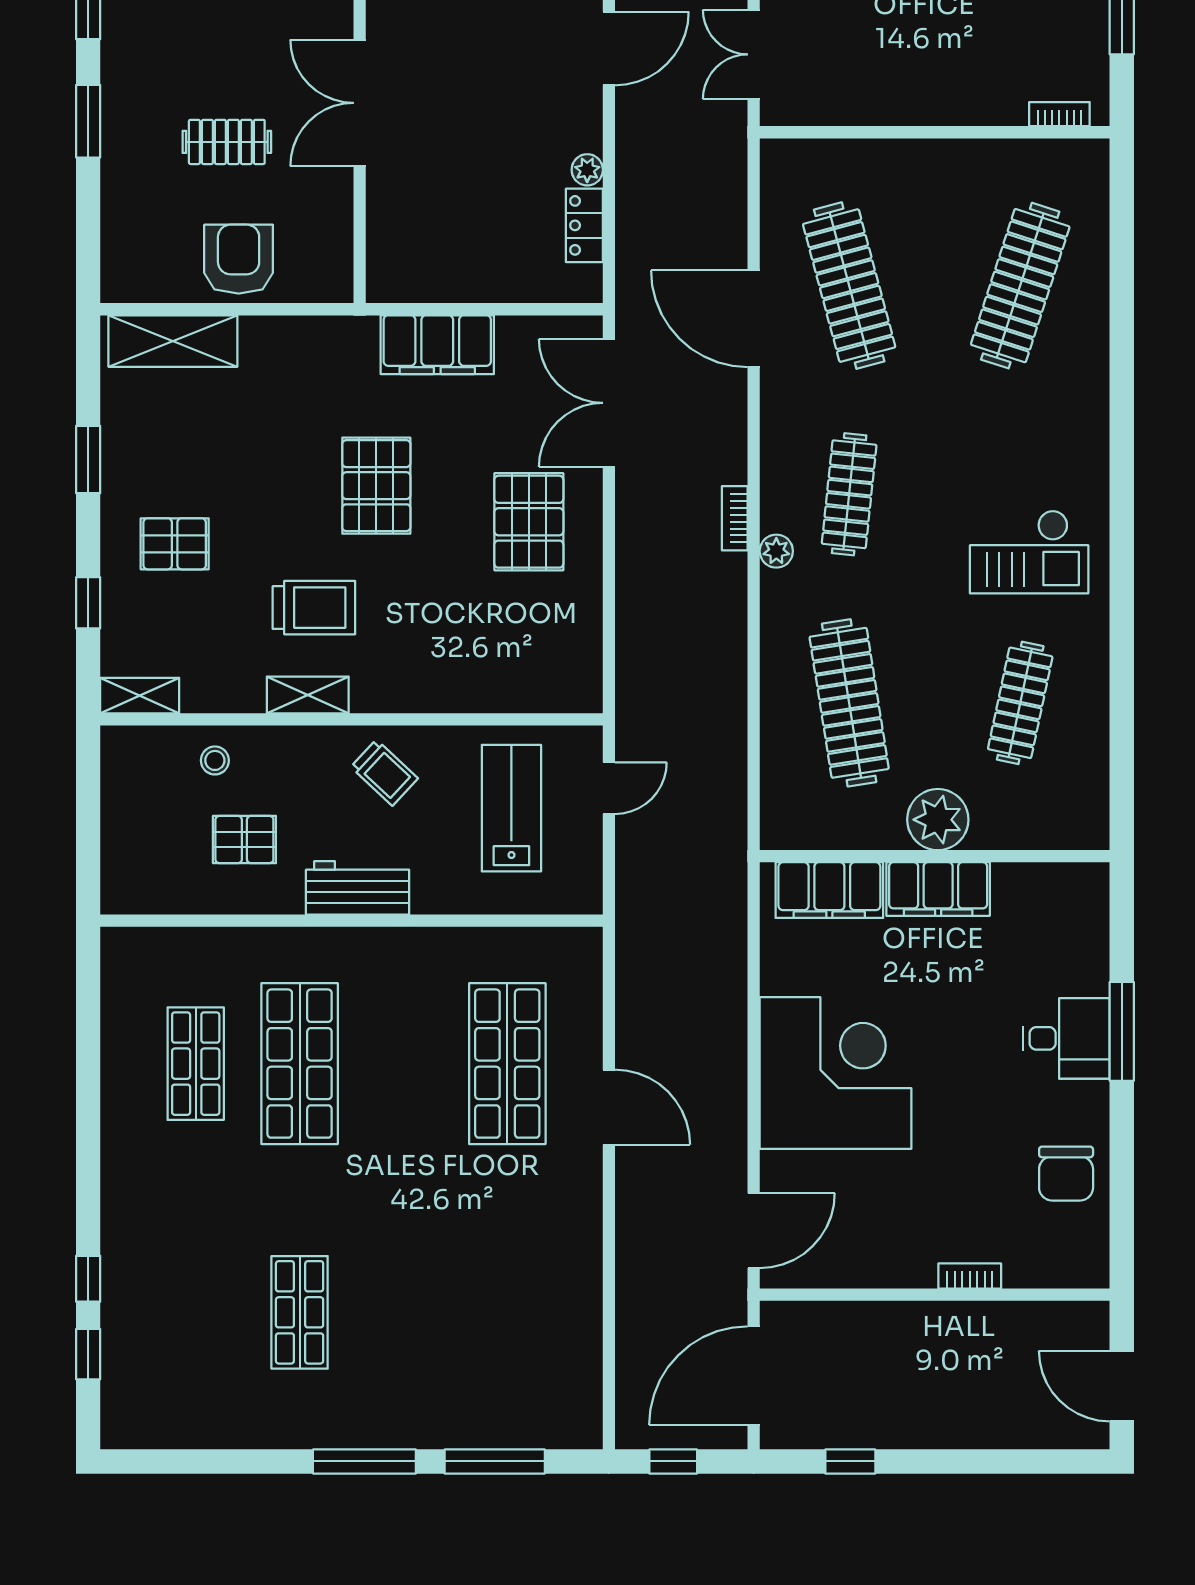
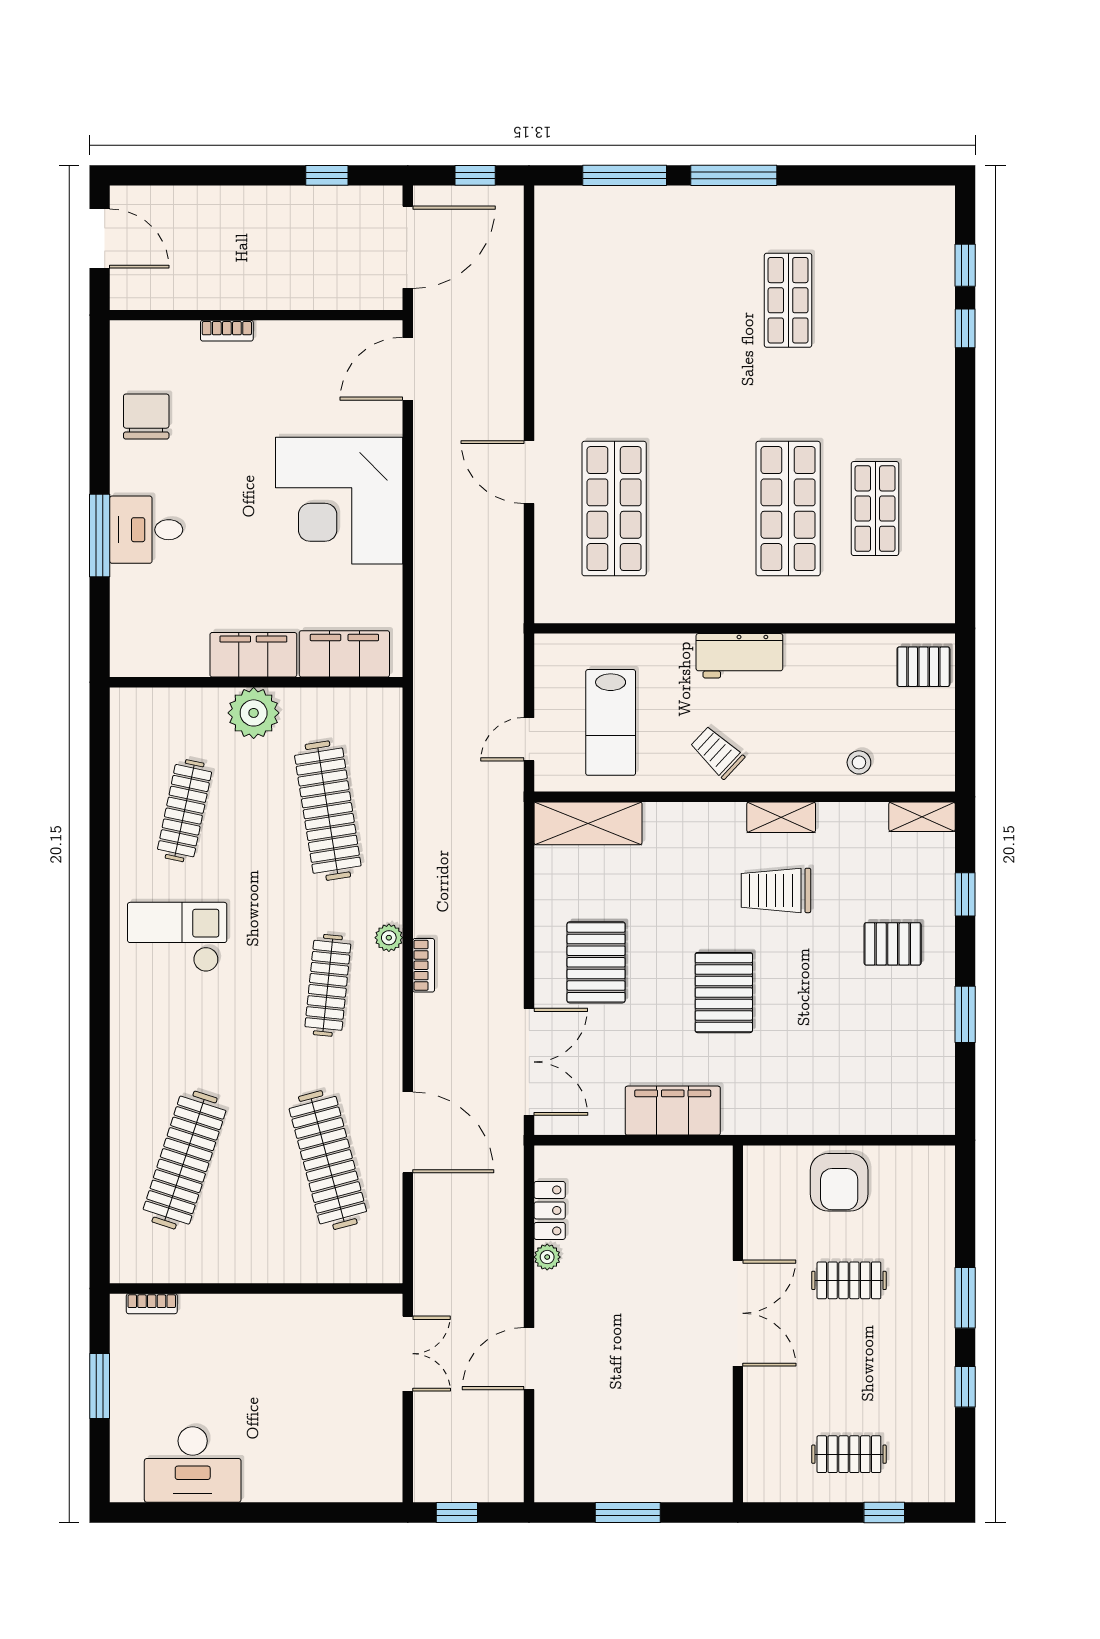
shelving: (173, 341) -> (588, 823), moved
pallet: (244, 840) -> (923, 667), moved

